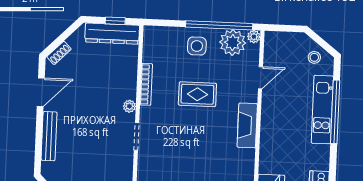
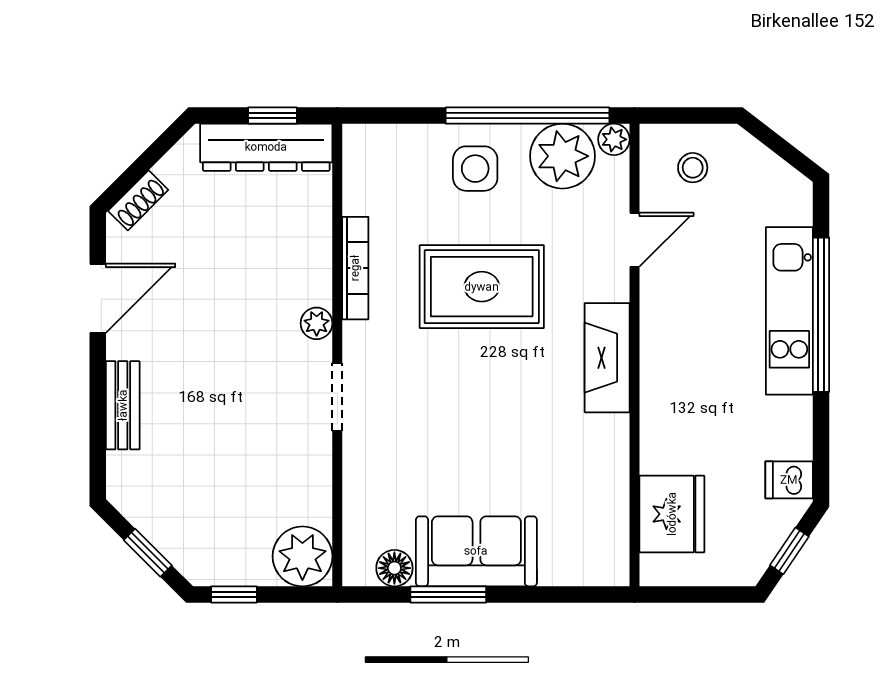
stool: (314, 57) -> (693, 168), moved
rug: (197, 94) -> (482, 287), width x1.36, depth x1.43
bench: (49, 136) -> (123, 405), width x0.73

